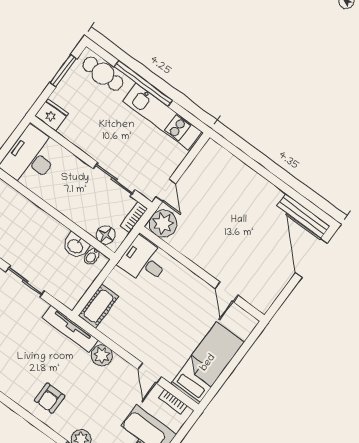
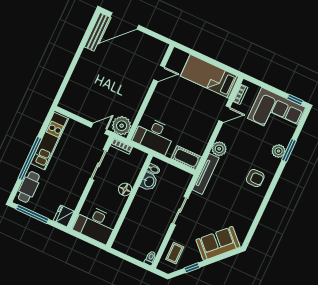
window: (63, 71) -> (32, 214), width x1.44
floor lamp: (106, 235) -> (125, 189), moved
desk: (144, 261) -> (154, 136), width x1.37

